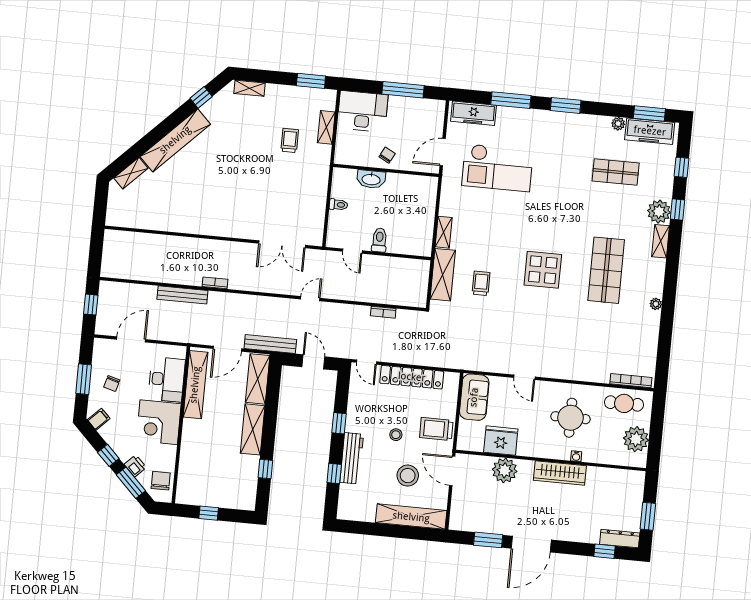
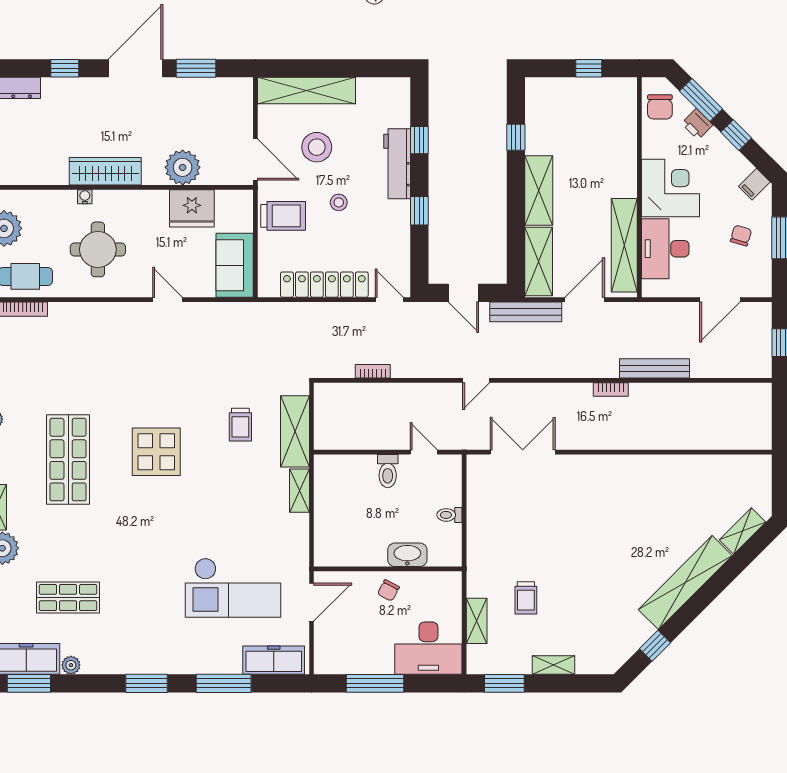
shelving: (250, 88) -> (553, 665), moved
checkout: (498, 168) -> (233, 588), turned 180
window: (605, 551) -> (65, 68), moved

